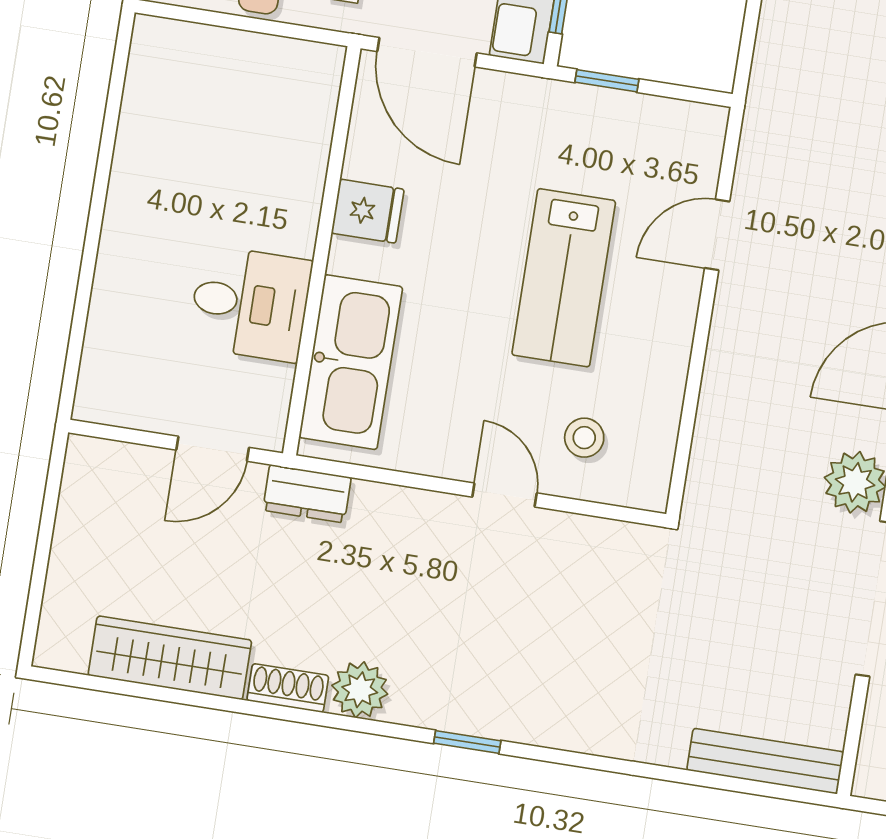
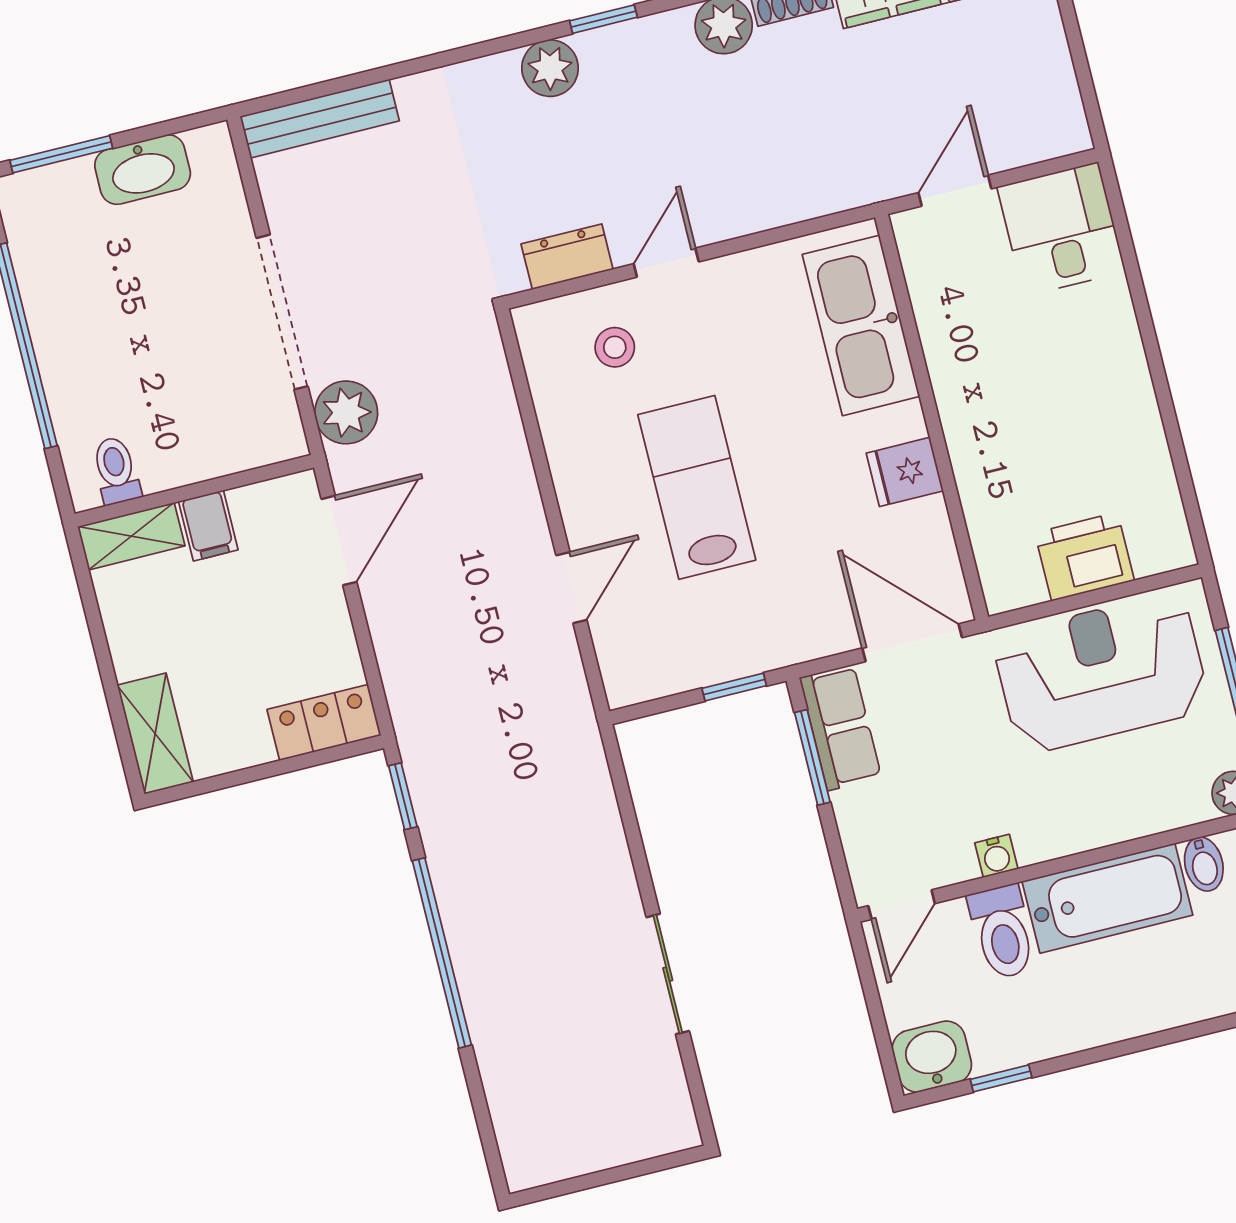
printer: (236, 64) -> (1085, 557), added
desk: (250, 304) -> (1061, 229), moved, turned 90
dresser: (307, 494) -> (567, 257), moved
door: (504, 495) -> (666, 263), swing flipped
plant: (535, 718) -> (550, 68), added

